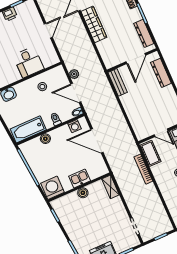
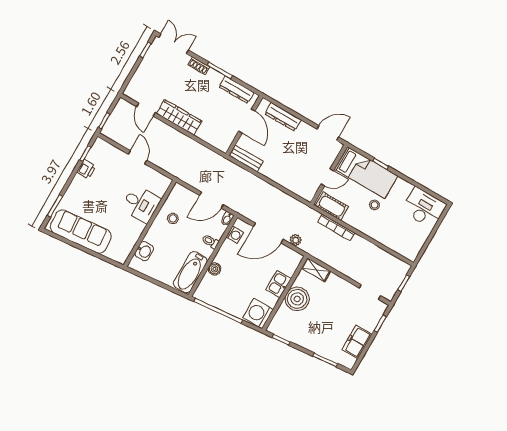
plant: (74, 74) -> (296, 240), moved
boiler: (83, 193) -> (297, 299), width x1.86, depth x1.86

